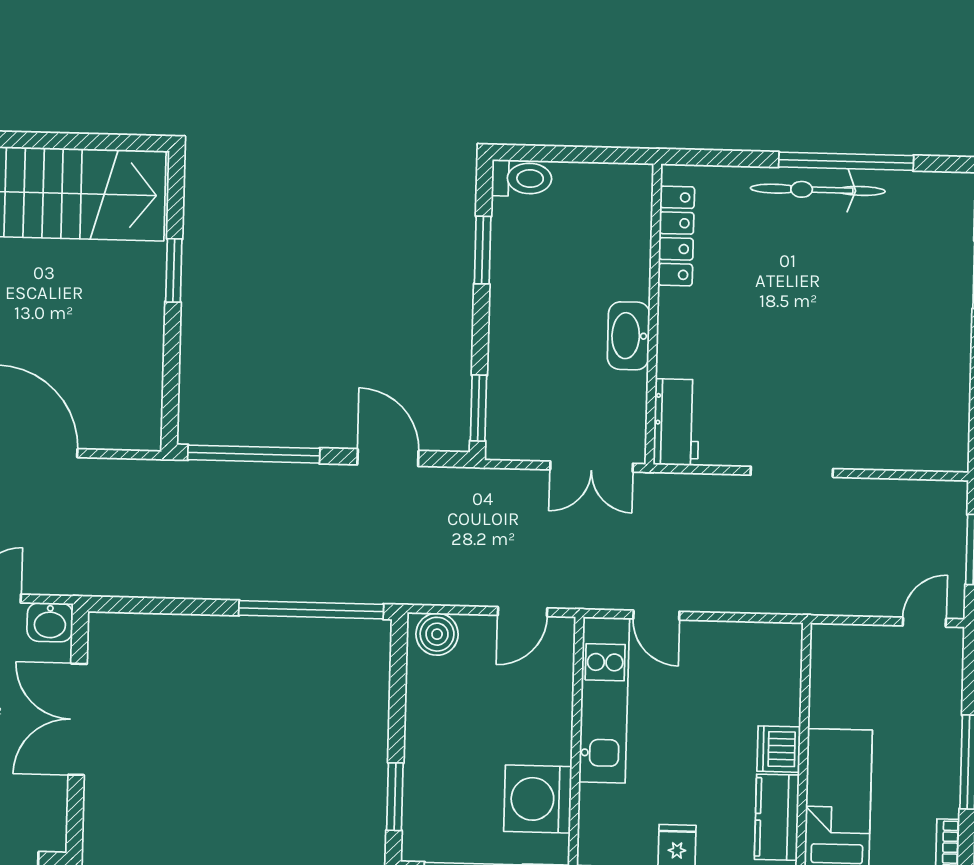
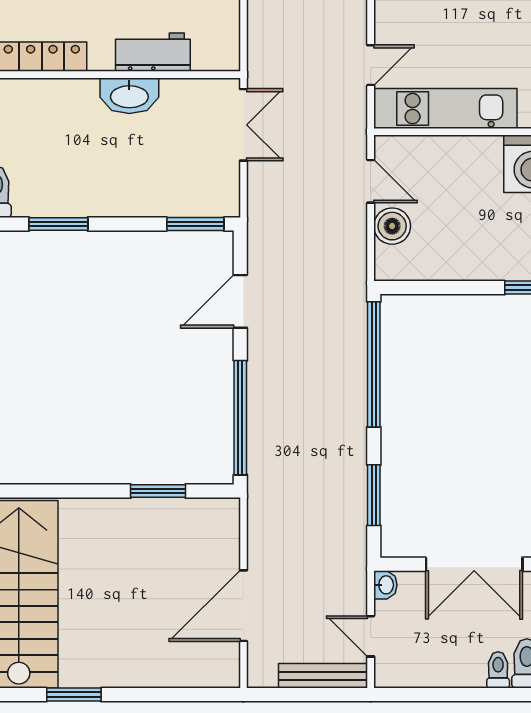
window: (174, 270) -> (158, 491), moved
workbench: (677, 422) -> (153, 52), moved
window: (160, 606) -> (374, 495), added
washbasin: (50, 622) -> (385, 585), width x0.72, depth x0.69
boiler: (437, 634) -> (392, 226), moved

